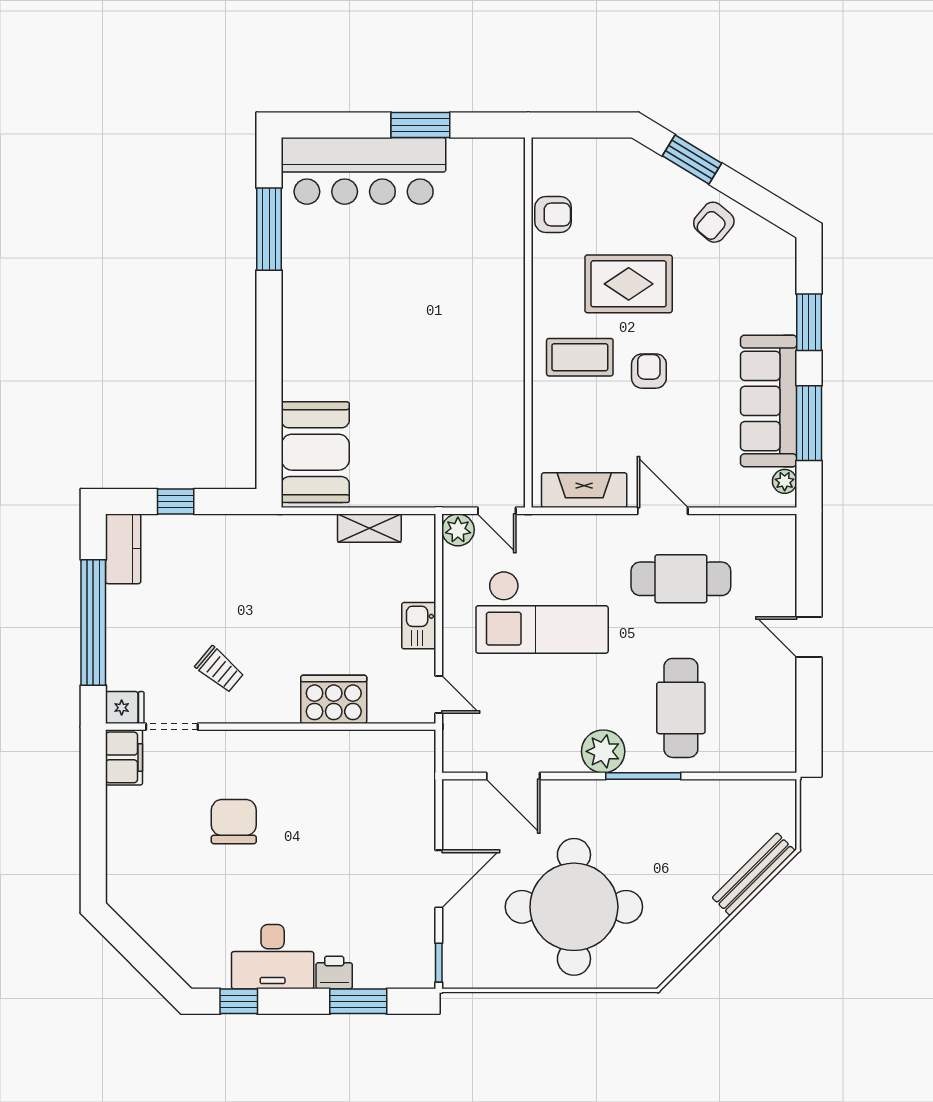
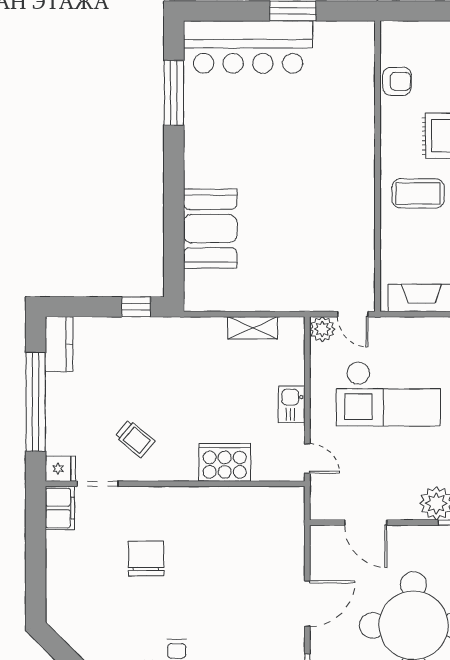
booth: (315, 452) -> (210, 229), moved
window: (176, 501) -> (136, 307), moved

